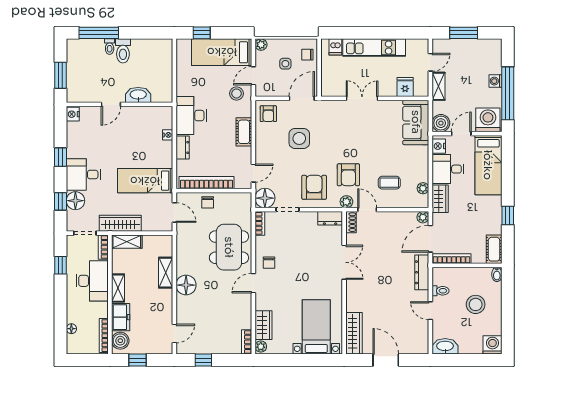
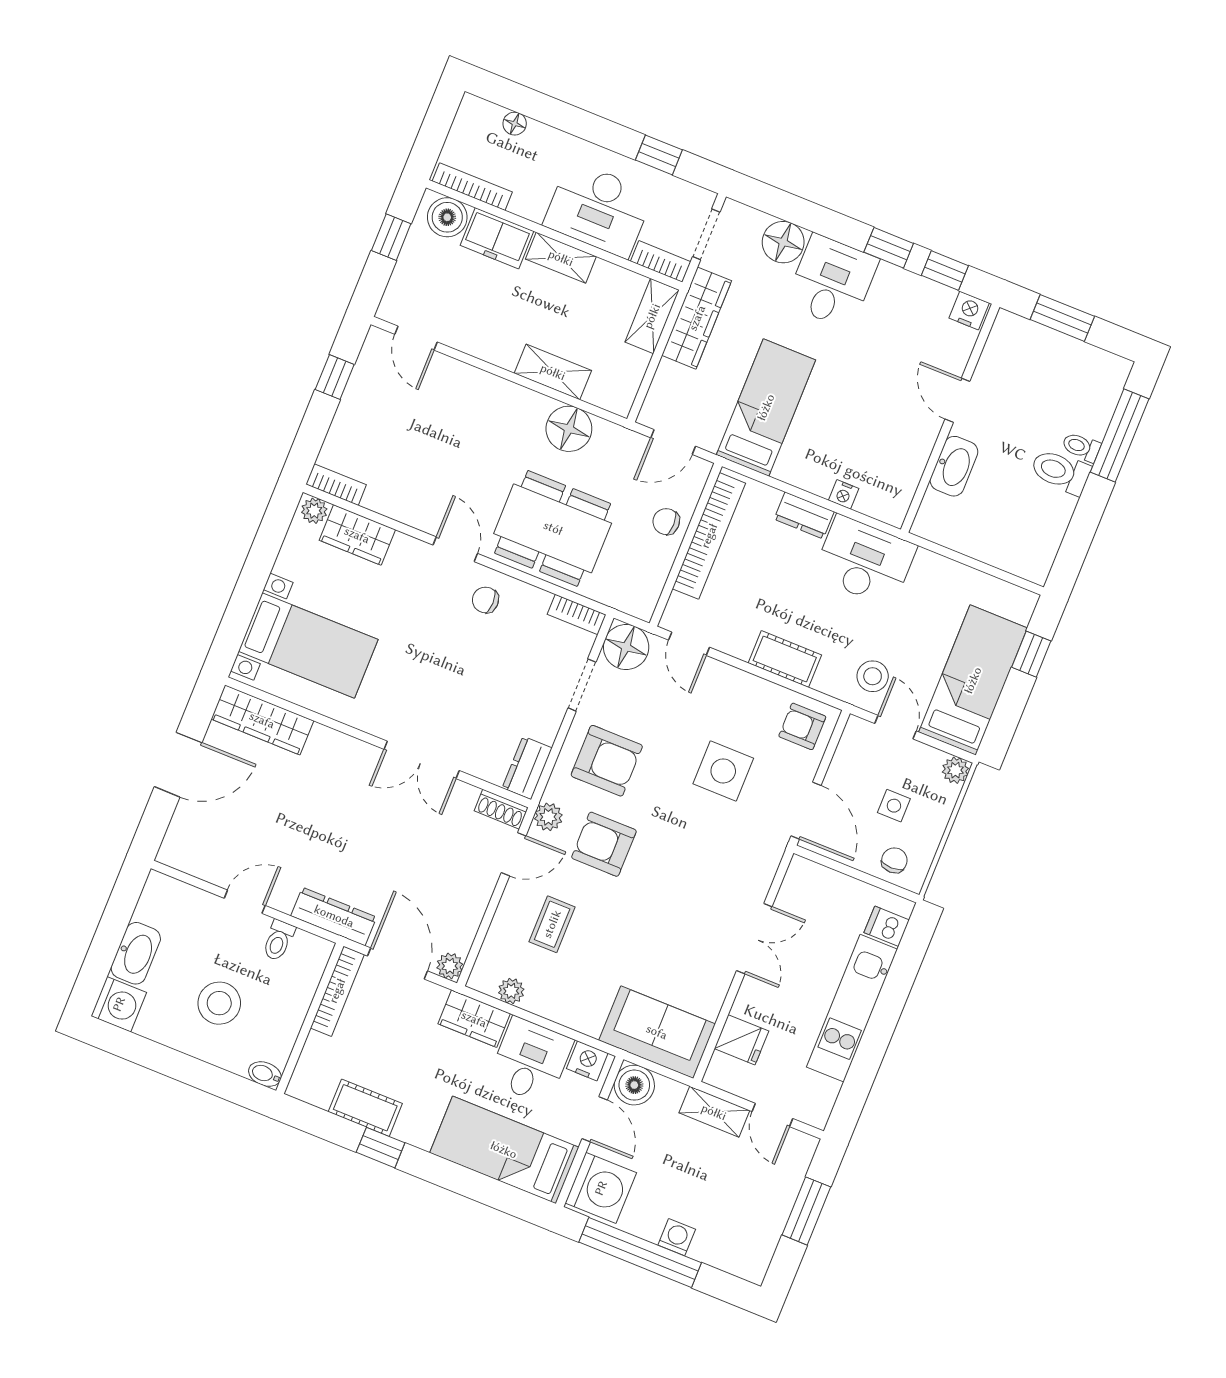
window: (60, 201) -> (945, 270), moved
cot: (494, 249) -> (365, 1108), moved
floor lamp: (186, 285) -> (569, 429), moved
washbasin: (445, 346) -> (136, 953), moved

